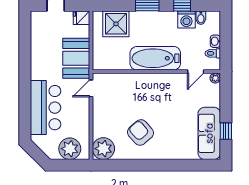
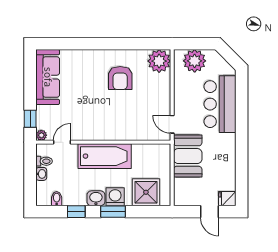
fridge: (82, 18) -> (227, 199), moved, turned 180
washbasin: (163, 18) -> (96, 198), added
washing machine: (186, 20) -> (115, 197), moved
door: (91, 88) -> (172, 124), swing flipped
window: (226, 131) -> (30, 119), moved
armchair: (140, 132) -> (120, 78), turned 41

